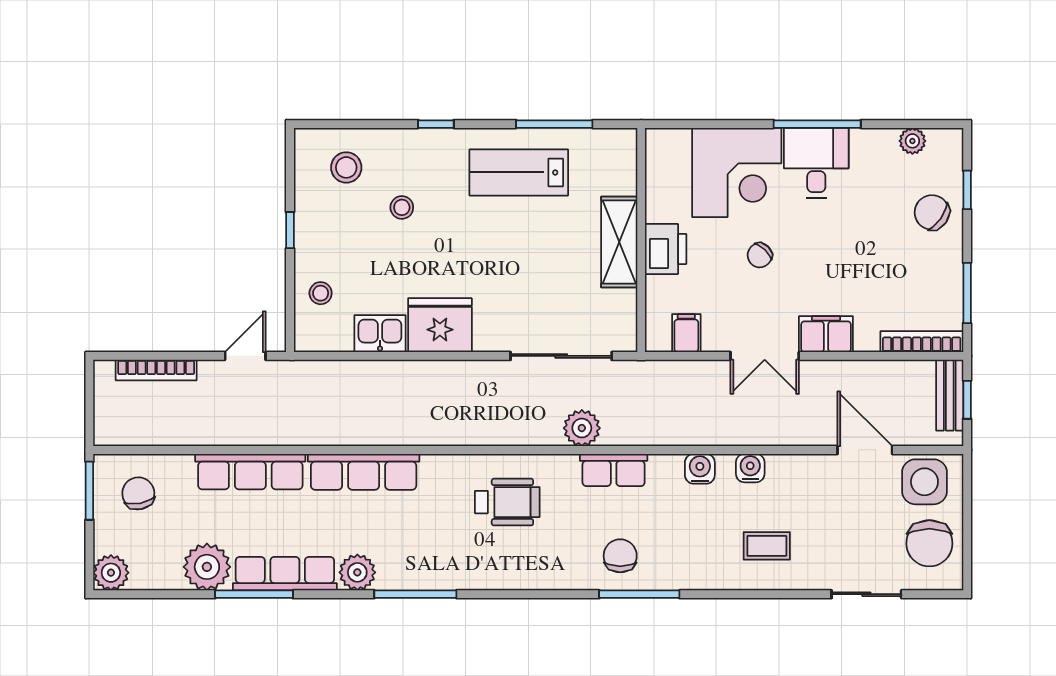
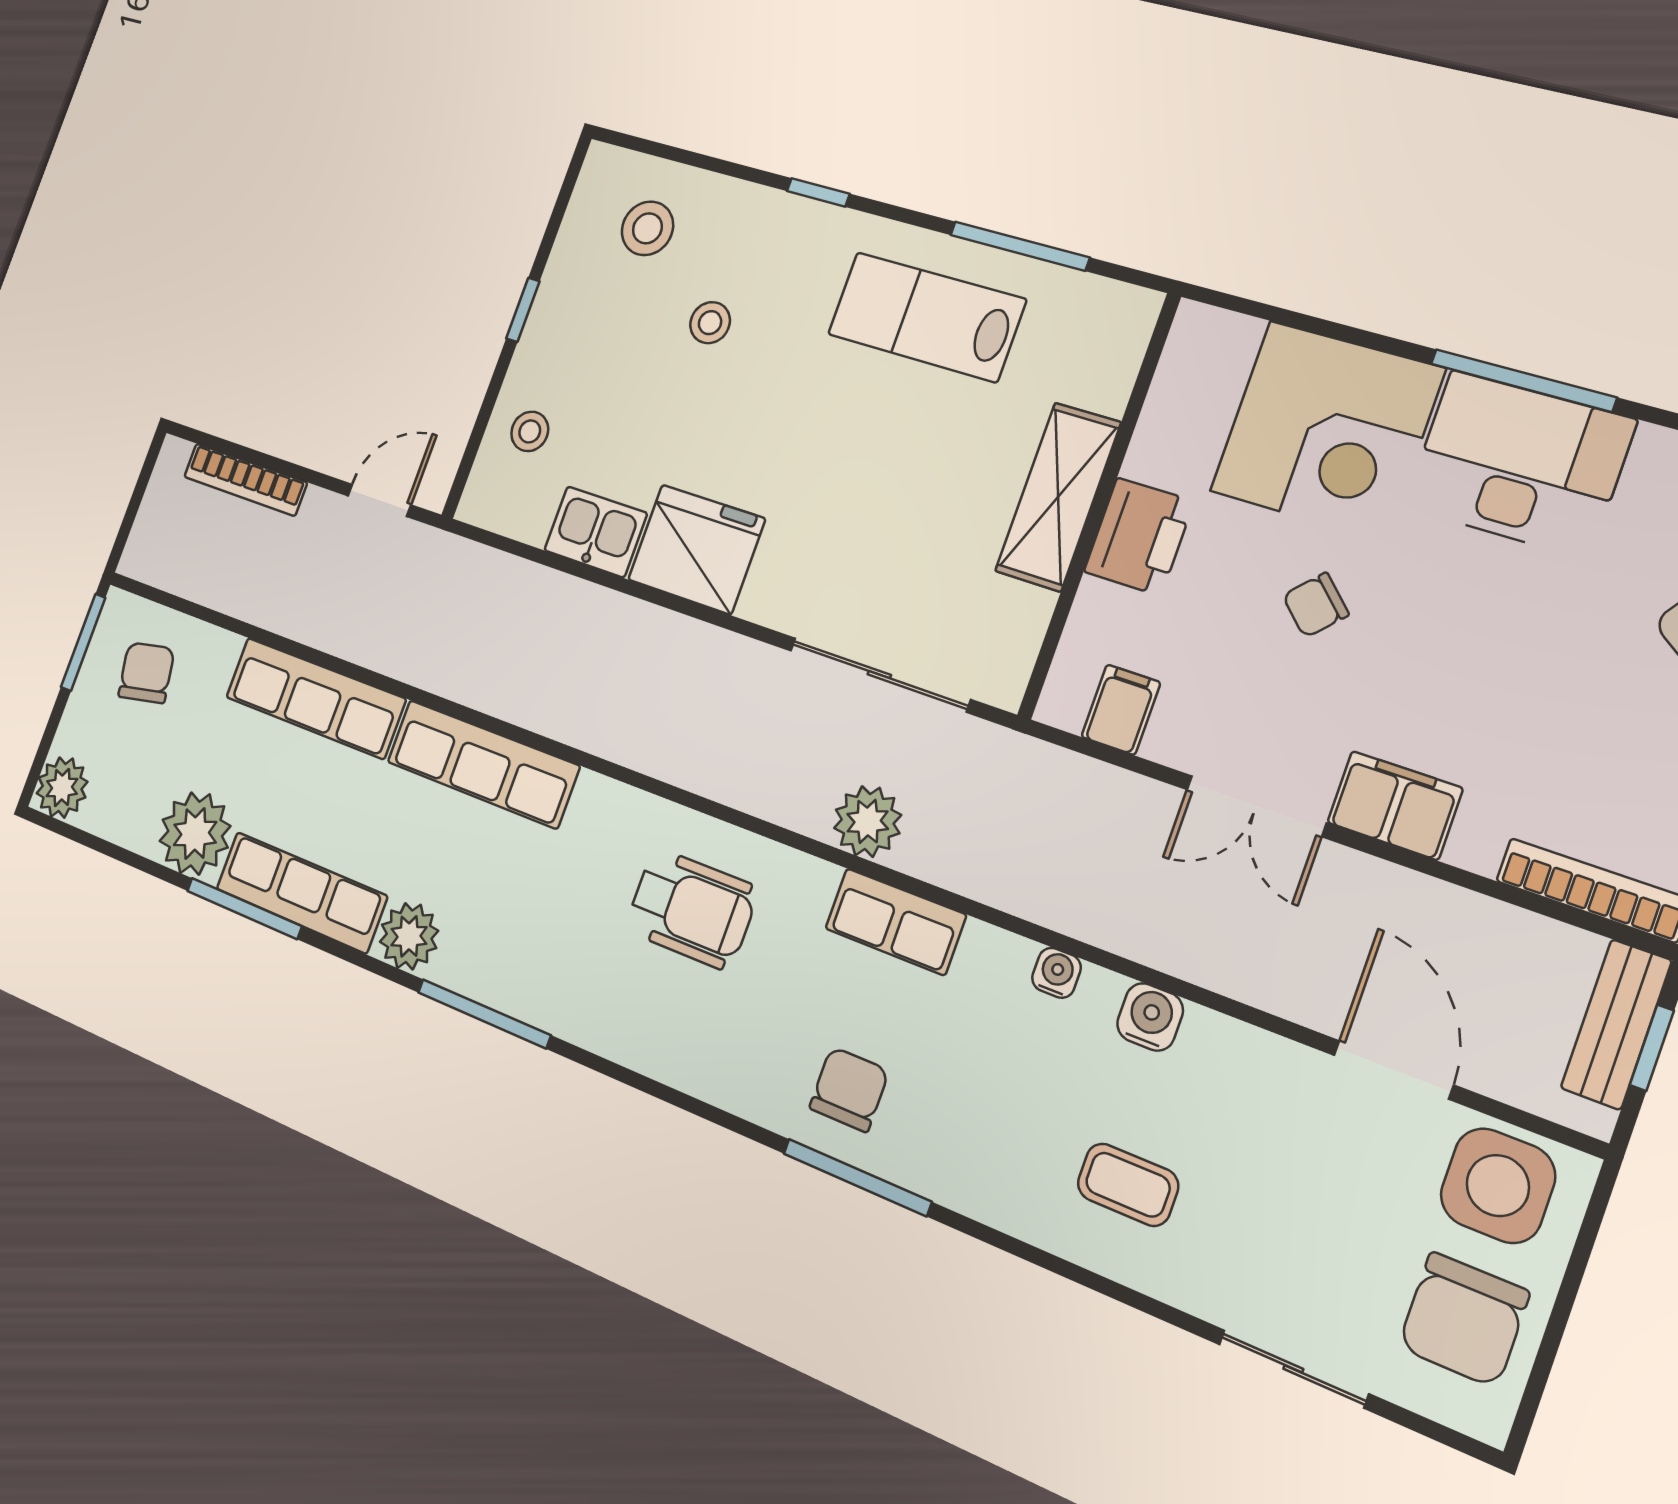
desk: (816, 163) -> (1519, 464), width x1.37
water cooler: (700, 469) -> (1056, 973), width x0.72, depth x0.72

